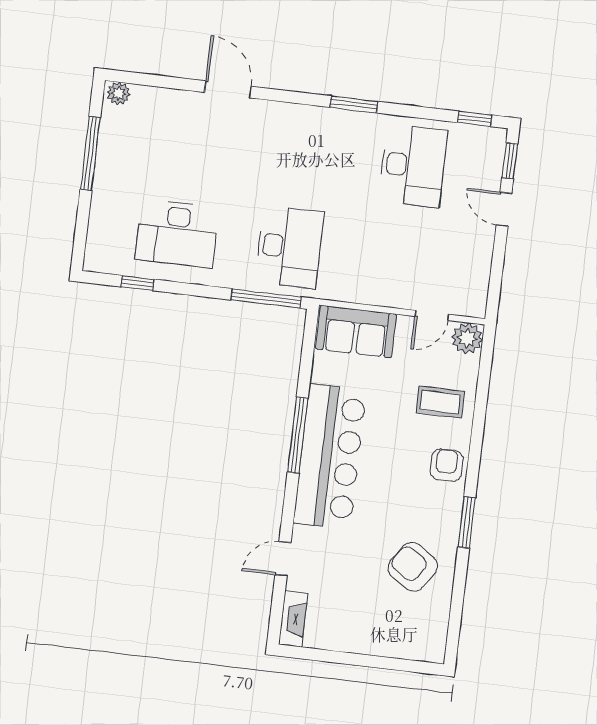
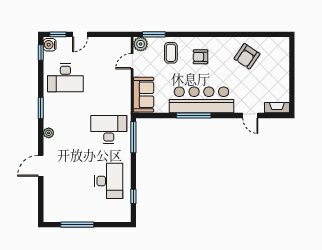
plant: (119, 93) -> (49, 133), moved
water cooler: (489, 140) -> (50, 45), added
desk: (413, 166) -> (65, 78), turned 180
door: (432, 315) -> (132, 61), swing flipped
armchair: (446, 465) -> (200, 57), moved
window: (467, 522) -> (154, 34), moved

